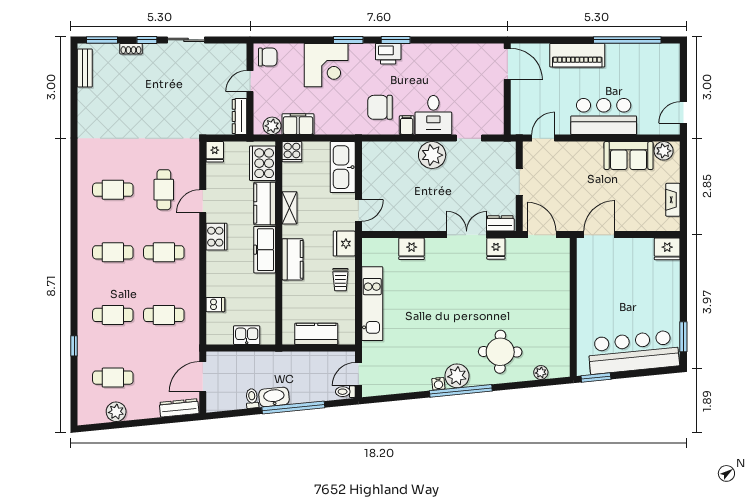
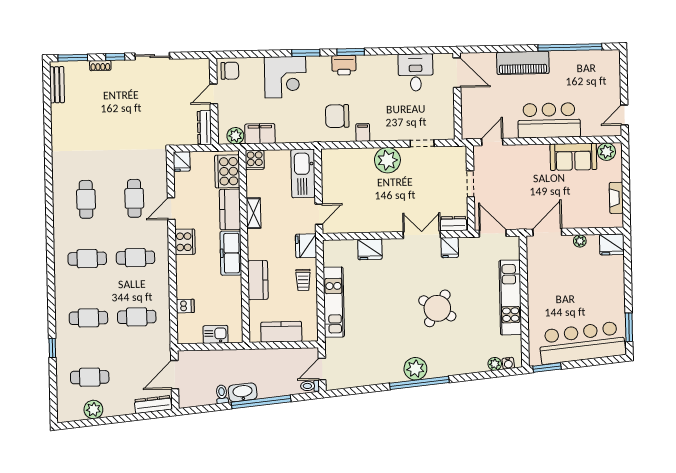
desk: (433, 115) -> (416, 72), moved, turned 180
cafe table: (113, 190) -> (86, 199), turned 90
plant: (633, 245) -> (580, 241), added
kitchen counter: (293, 259) -> (258, 280), moved
kitchen unit: (559, 303) -> (510, 297), added
round table: (500, 352) -> (437, 308), moved, turned 30
water cooler: (438, 384) -> (508, 363), moved

